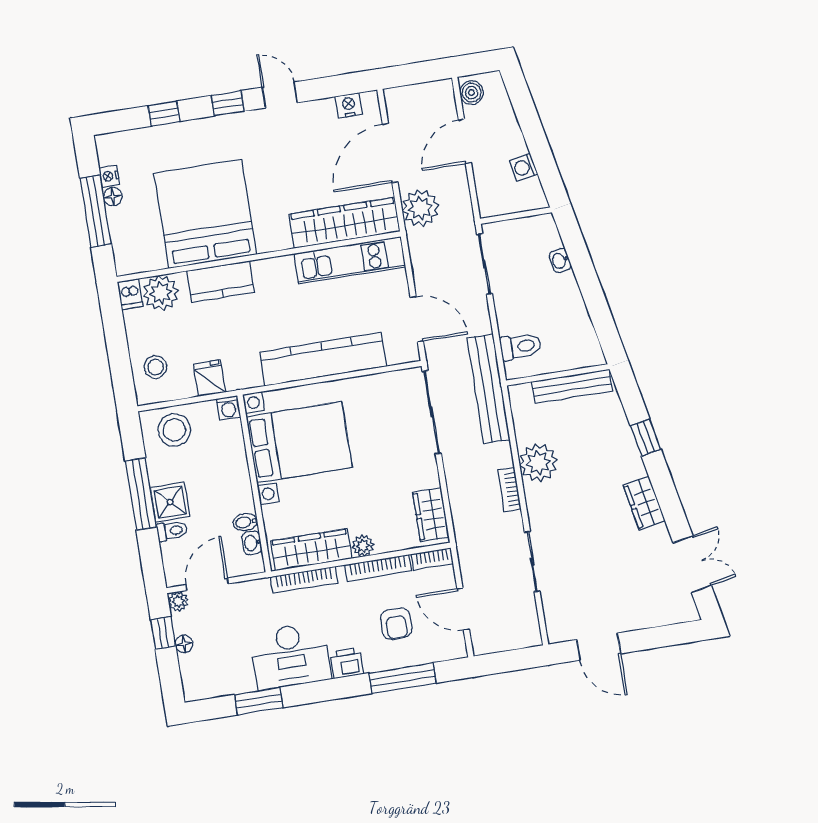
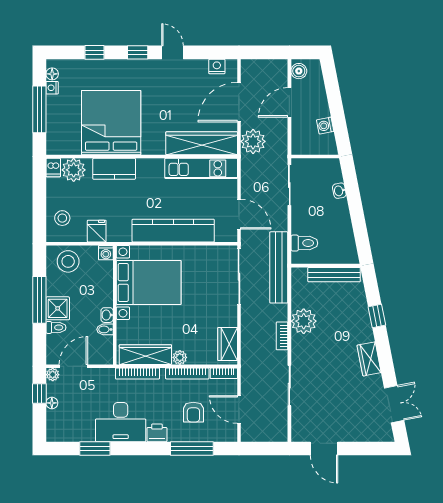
floor lamp: (113, 197) -> (52, 74), moved
washbasin: (252, 543) -> (107, 315), moved

